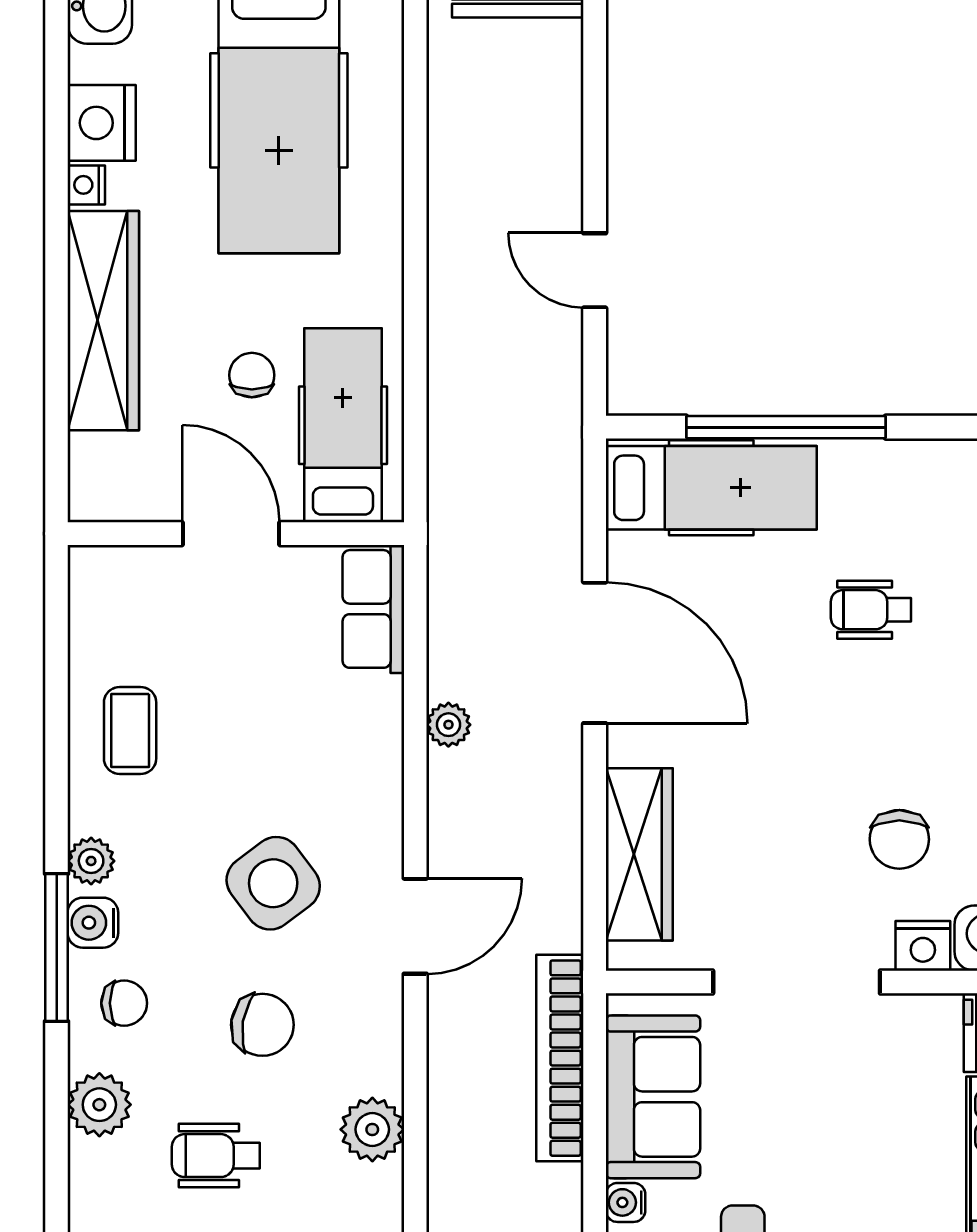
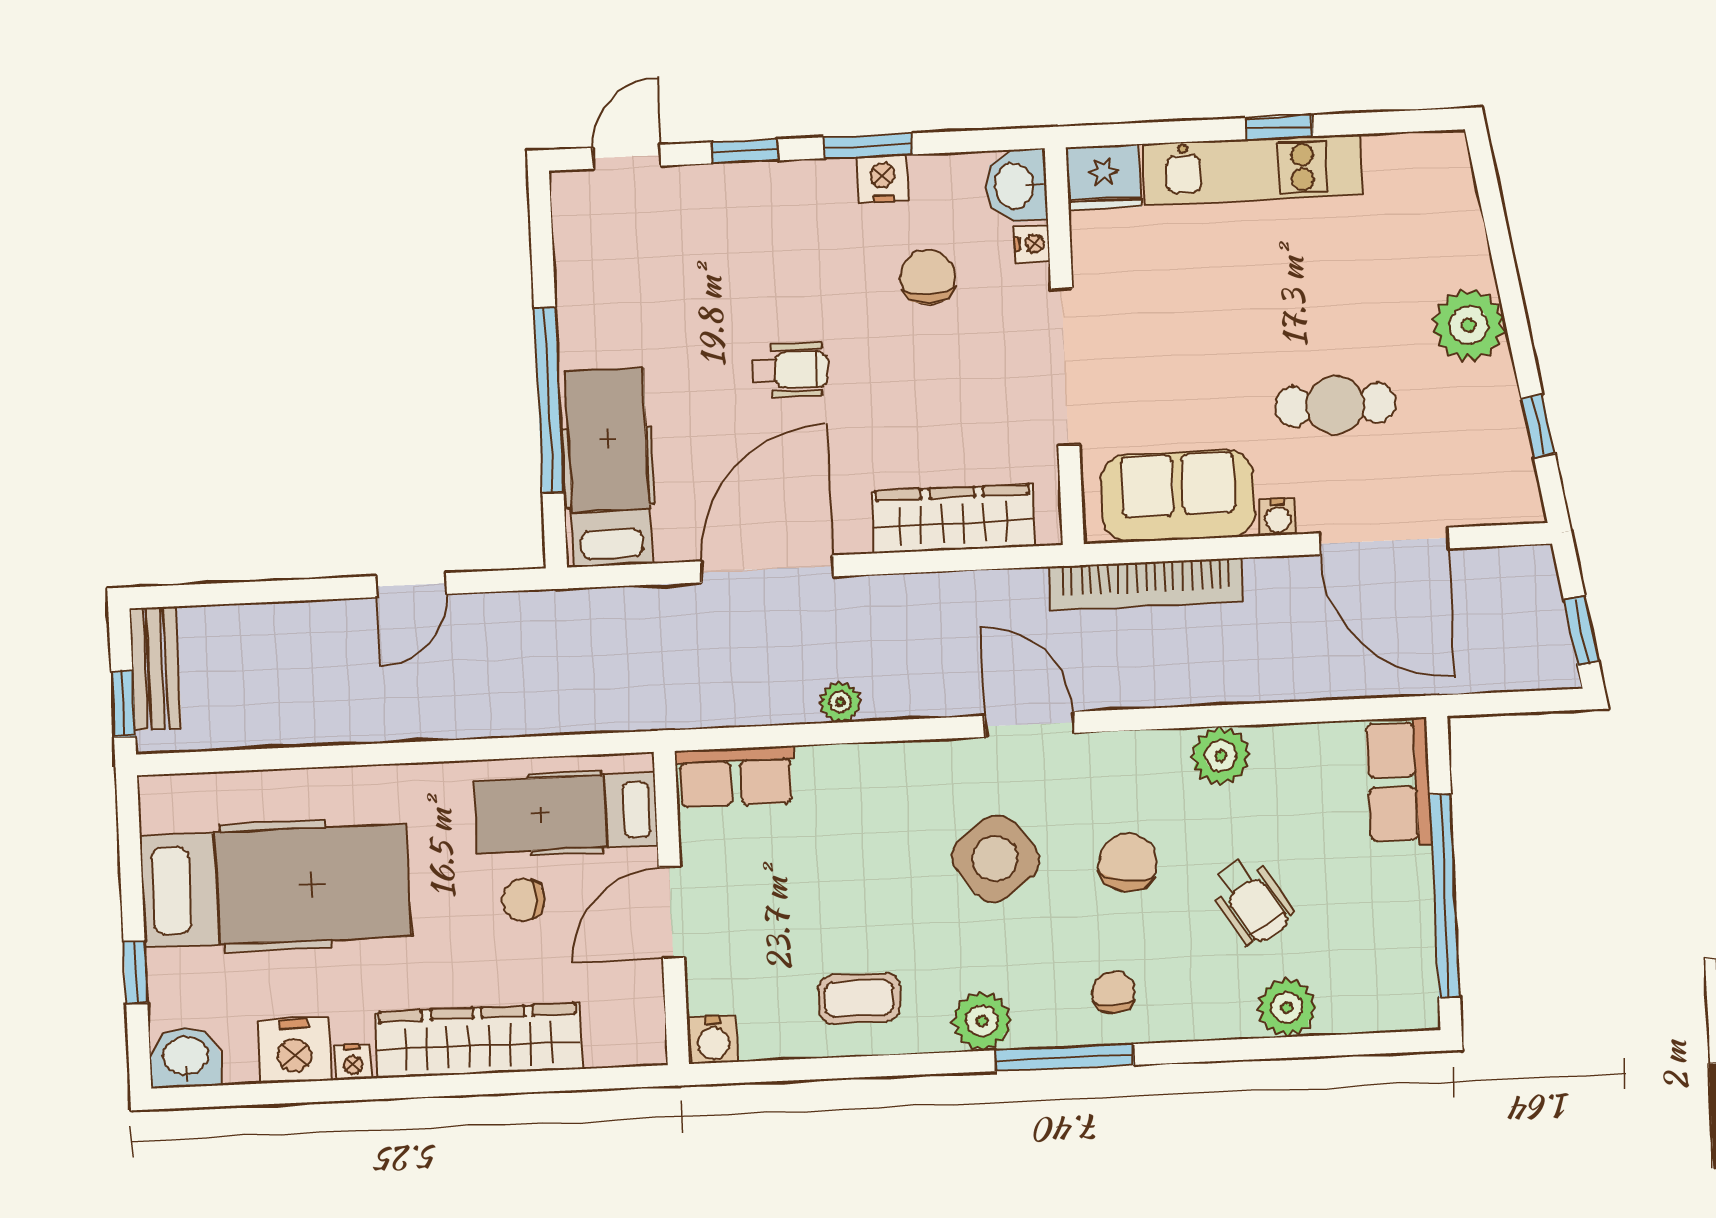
wheelchair: (871, 610) -> (790, 370), moved, turned -89
chair: (899, 839) -> (928, 277), turned -90
plant: (91, 861) -> (982, 1021), width x1.38, depth x1.38
water cooler: (93, 923) -> (713, 1040), moved
nightstand: (923, 946) -> (1032, 243), width x0.72, depth x0.74
plant: (99, 1105) -> (1287, 1008), moved
wheelchair: (216, 1156) -> (1251, 900), turned -32

